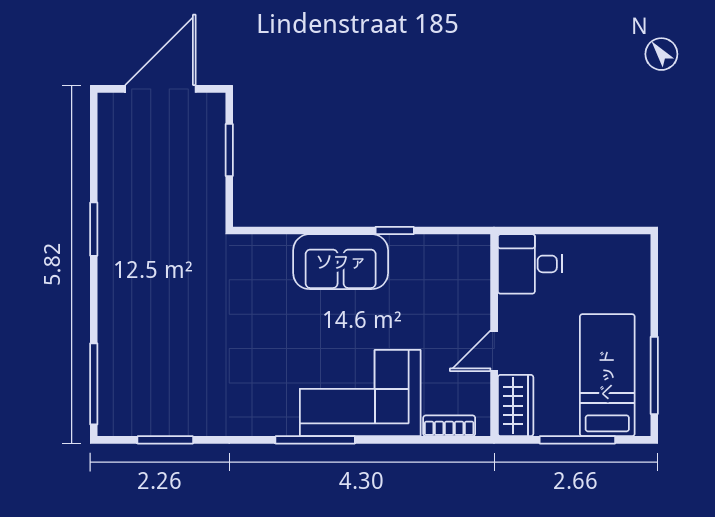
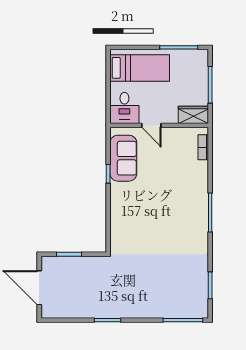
sofa: (341, 262) -> (123, 158), moved
door: (494, 351) -> (151, 125), moved
bed: (607, 375) -> (140, 68), moved, turned 180
corner sofa: (360, 393) -> (187, 190), removed

